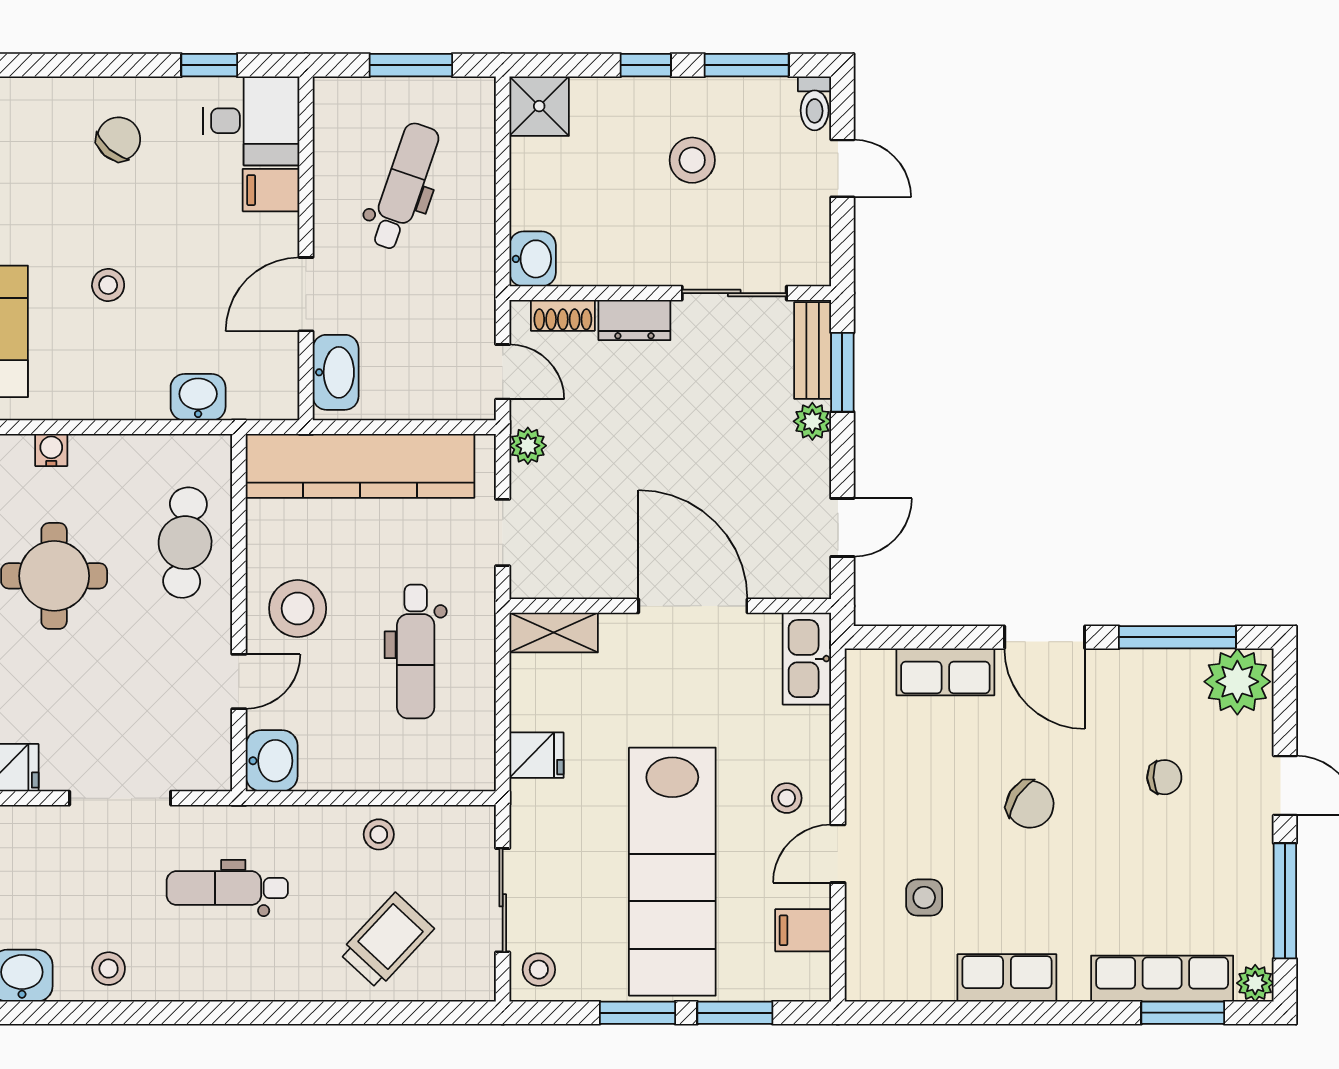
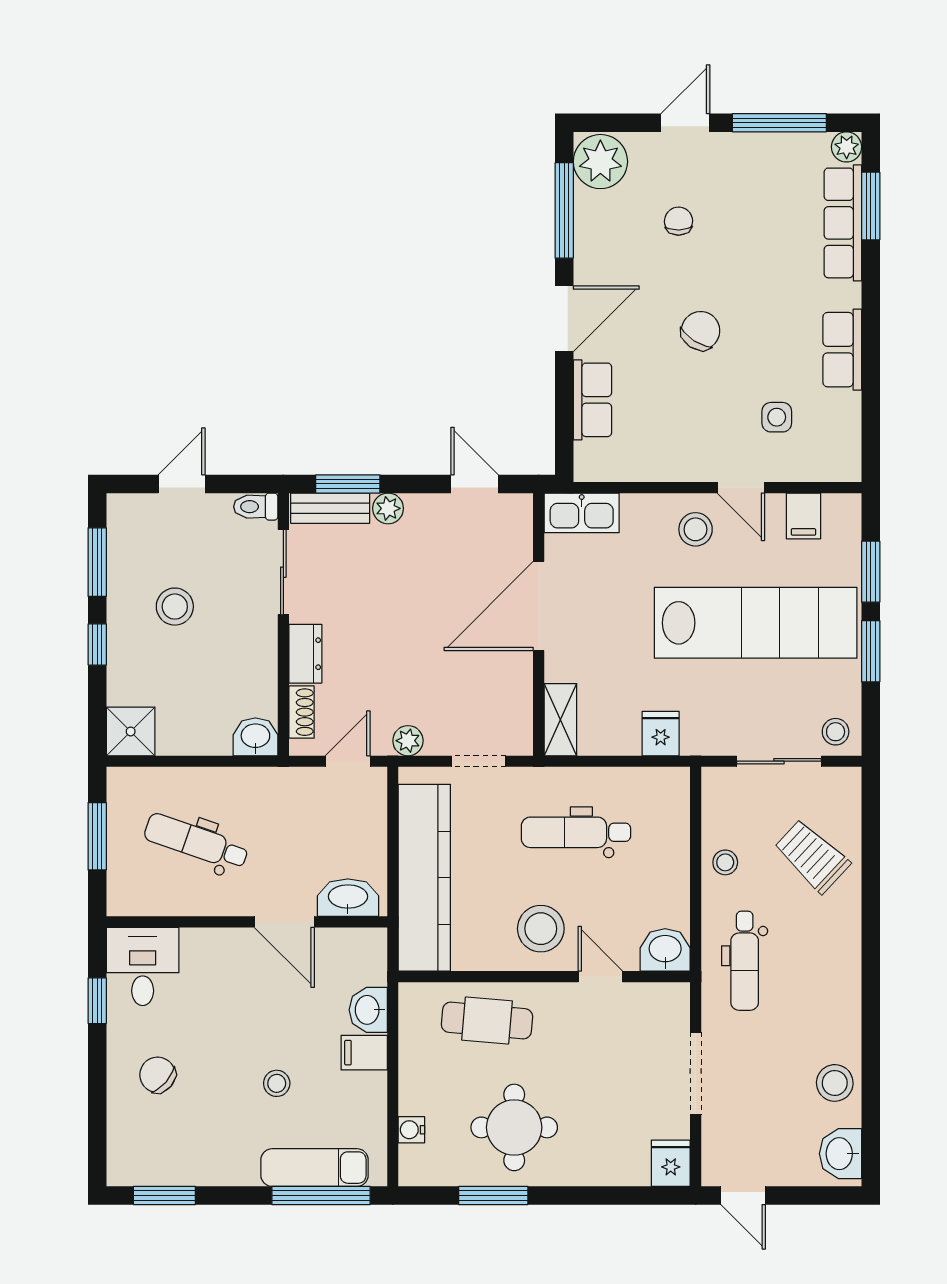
toilet: (815, 103) -> (256, 507), moved, turned 180
filing cabinet: (271, 190) -> (364, 1053), moved, turned 90
dental chair: (416, 652) -> (576, 832), turned 180
stool: (787, 798) -> (696, 529), width x1.37, depth x1.37
dental chair: (227, 888) -> (745, 961), moved
stool: (109, 969) -> (835, 1083), width x1.37, depth x1.37

